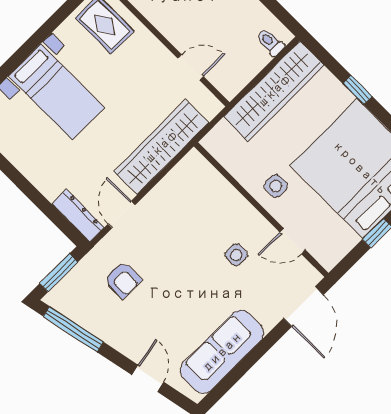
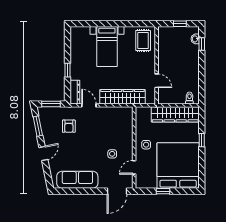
window: (31, 192) -> (68, 70), added
door: (122, 214) -> (89, 105), hinge flipped
door: (293, 241) -> (134, 167), hinge flipped
window: (73, 329) -> (38, 126), width x0.69
door: (148, 378) -> (43, 153), moved

